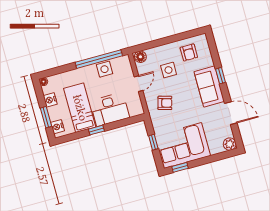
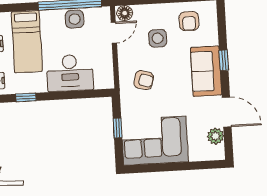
door: (139, 84) -> (114, 33), moved
bed: (80, 108) -> (27, 42), moved, turned 180
window: (96, 130) -> (26, 97), moved
plant: (230, 144) -> (216, 136), moved
window: (180, 167) -> (145, 168), removed

